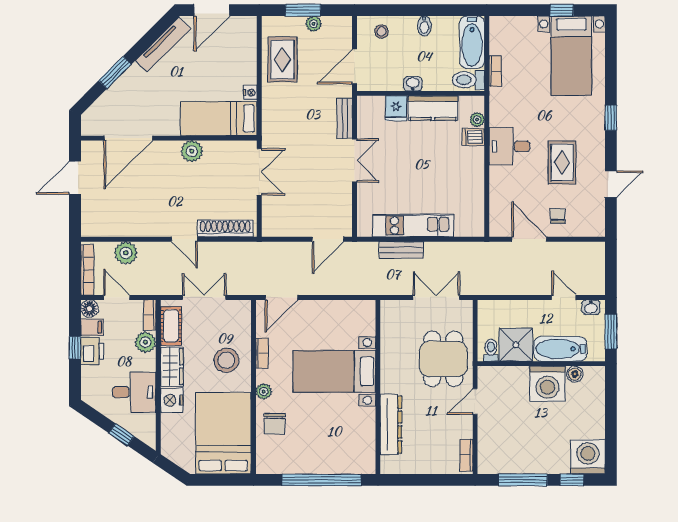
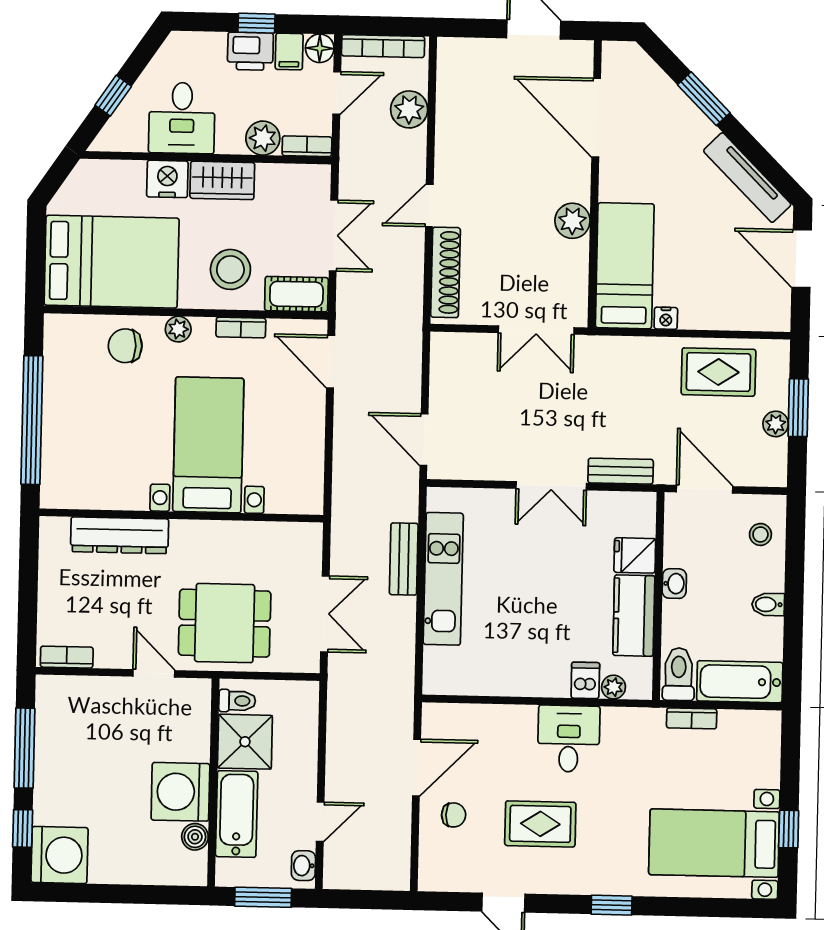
cot: (171, 326) -> (296, 294), moved

